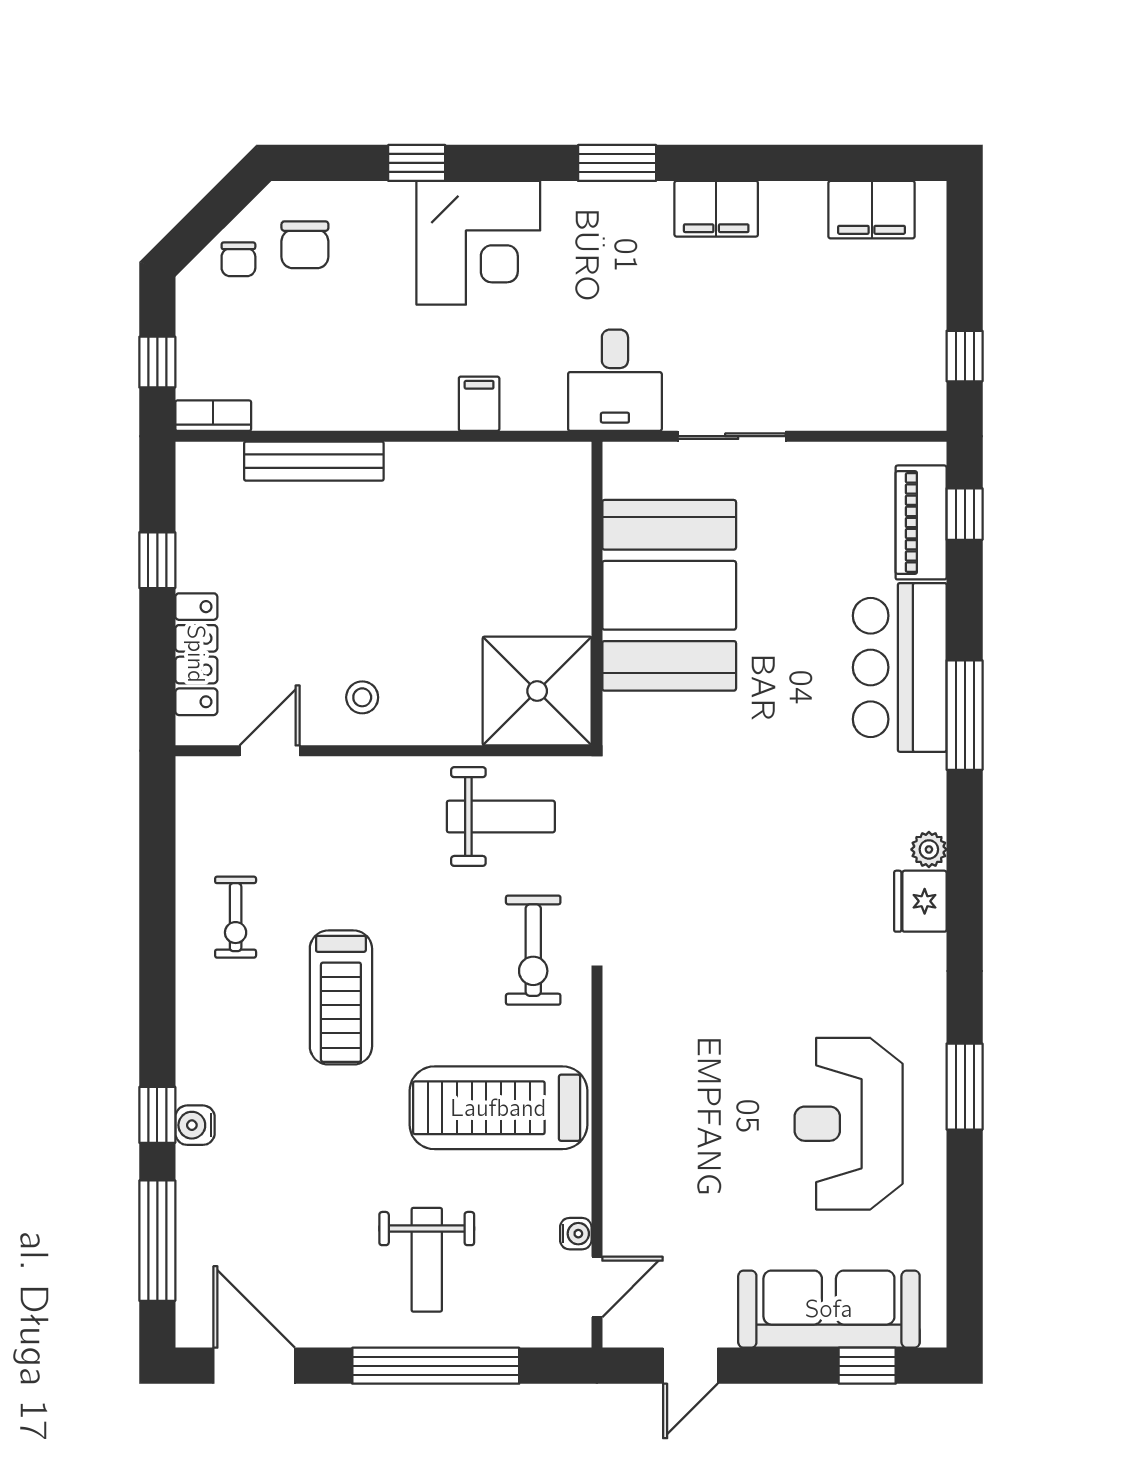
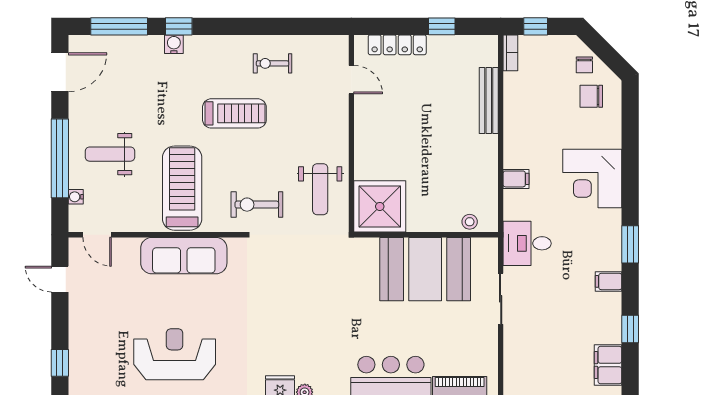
window: (417, 163) -> (630, 329), moved
filing cabinet: (716, 209) -> (608, 281), width x0.50
chair: (238, 259) -> (584, 65), turned -90
stool: (362, 697) -> (470, 222), moved
treadmill: (341, 997) -> (234, 113), turned 180
water cooler: (576, 1234) -> (76, 197), moved, turned 90
sofa: (829, 1309) -> (184, 256), moved, turned 90

